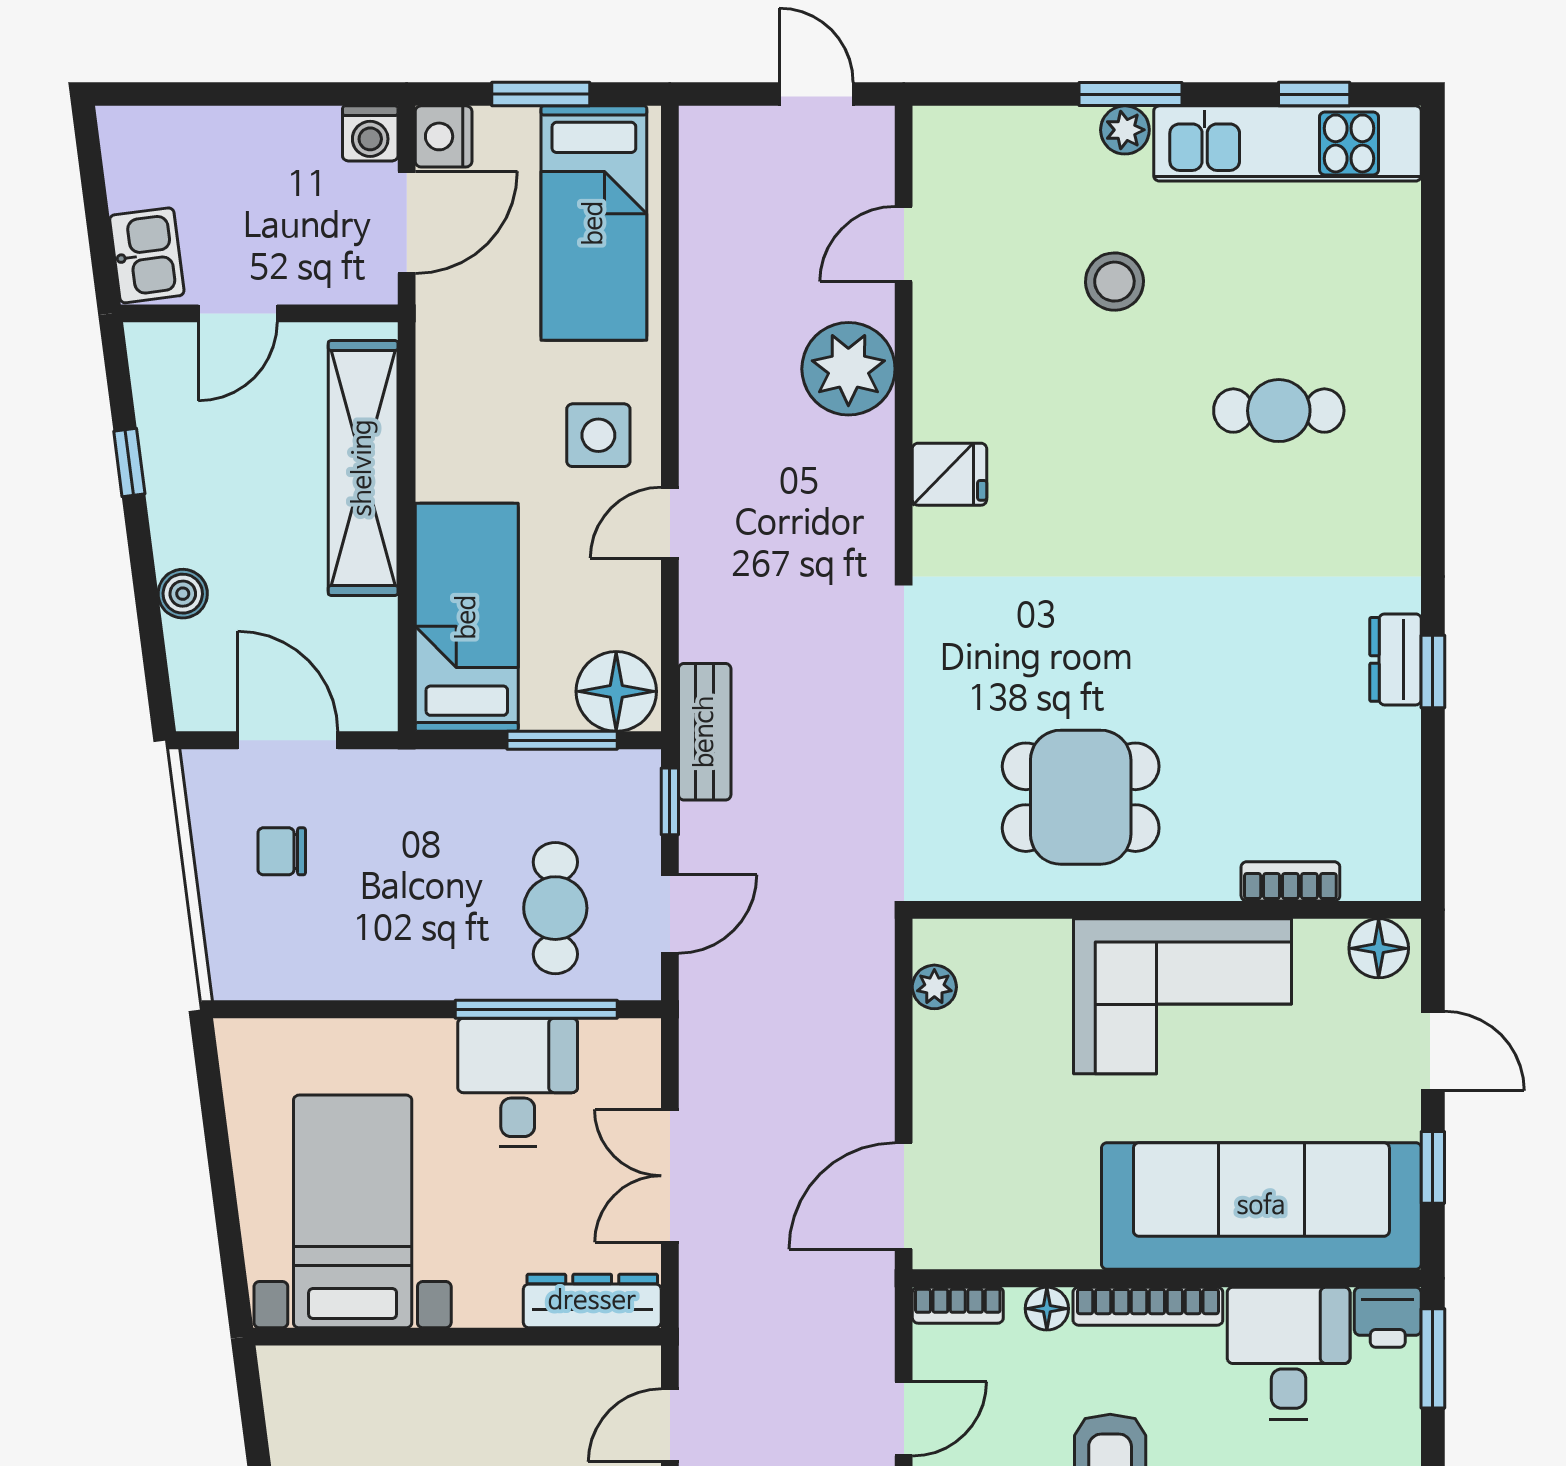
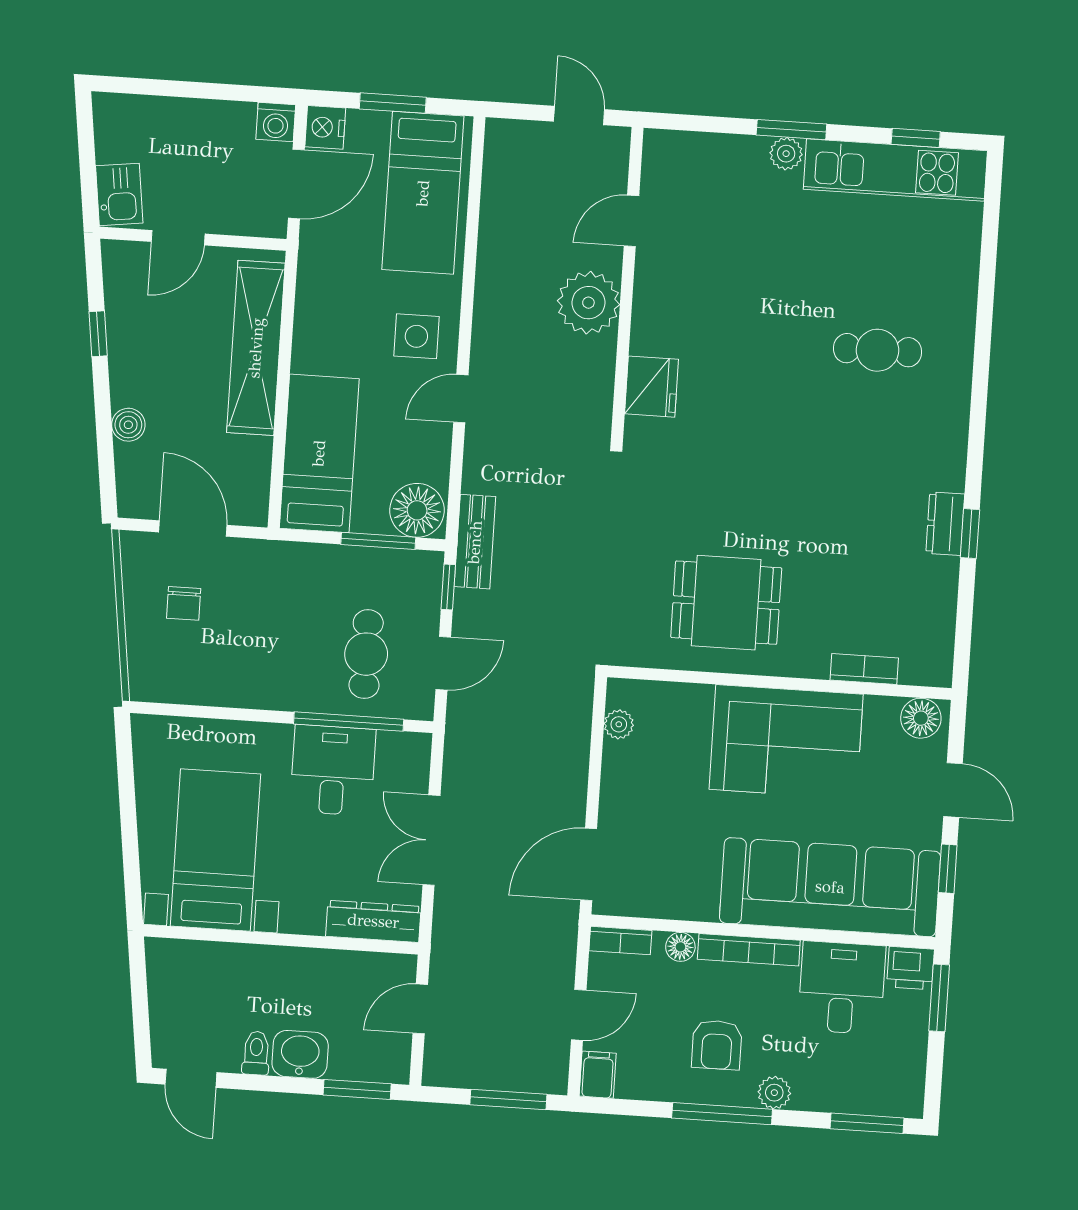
stool: (1114, 282) -> (772, 256), removed
fridge: (950, 474) -> (652, 387), width x1.38
chair: (282, 851) -> (184, 603), turned -90

